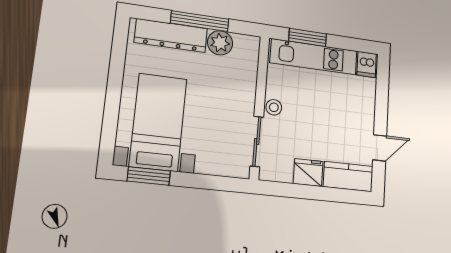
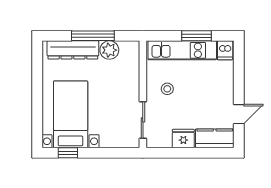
window: (308, 37) -> (197, 36), moved
stool: (274, 107) -> (167, 89), moved
window: (149, 176) -> (68, 153), width x0.67

